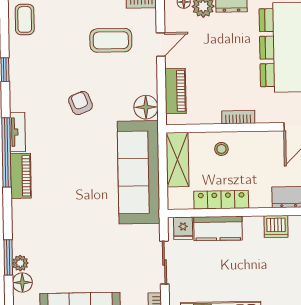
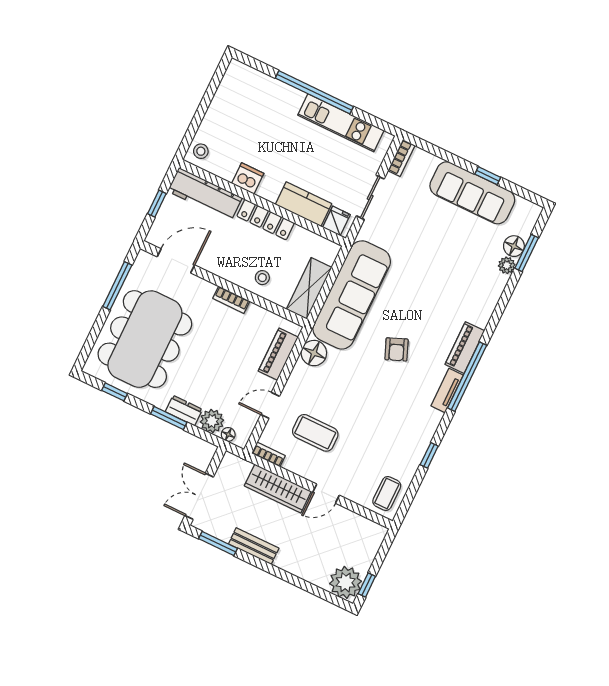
armchair: (81, 103) -> (397, 349), moved
locker: (221, 200) -> (266, 220), moved
window: (8, 257) -> (527, 253), moved

